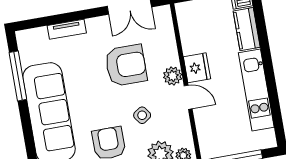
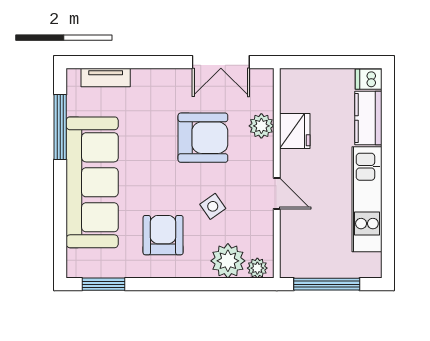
tv unit: (67, 29) -> (106, 77), moved
fridge: (197, 68) -> (295, 131), moved
plant: (173, 76) -> (261, 126), moved

